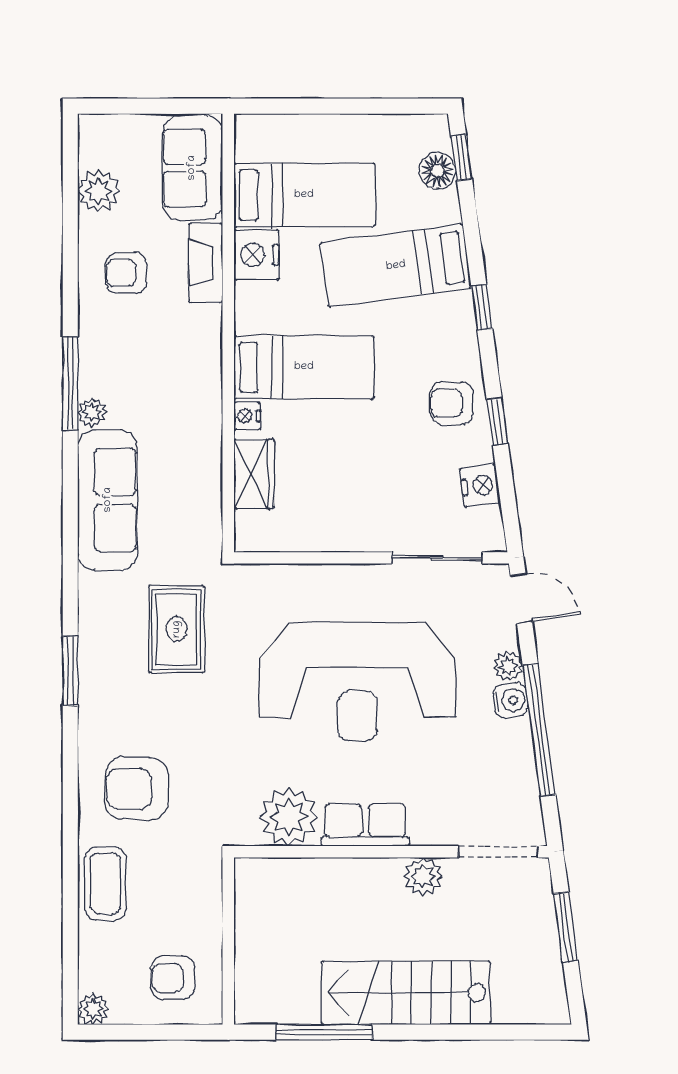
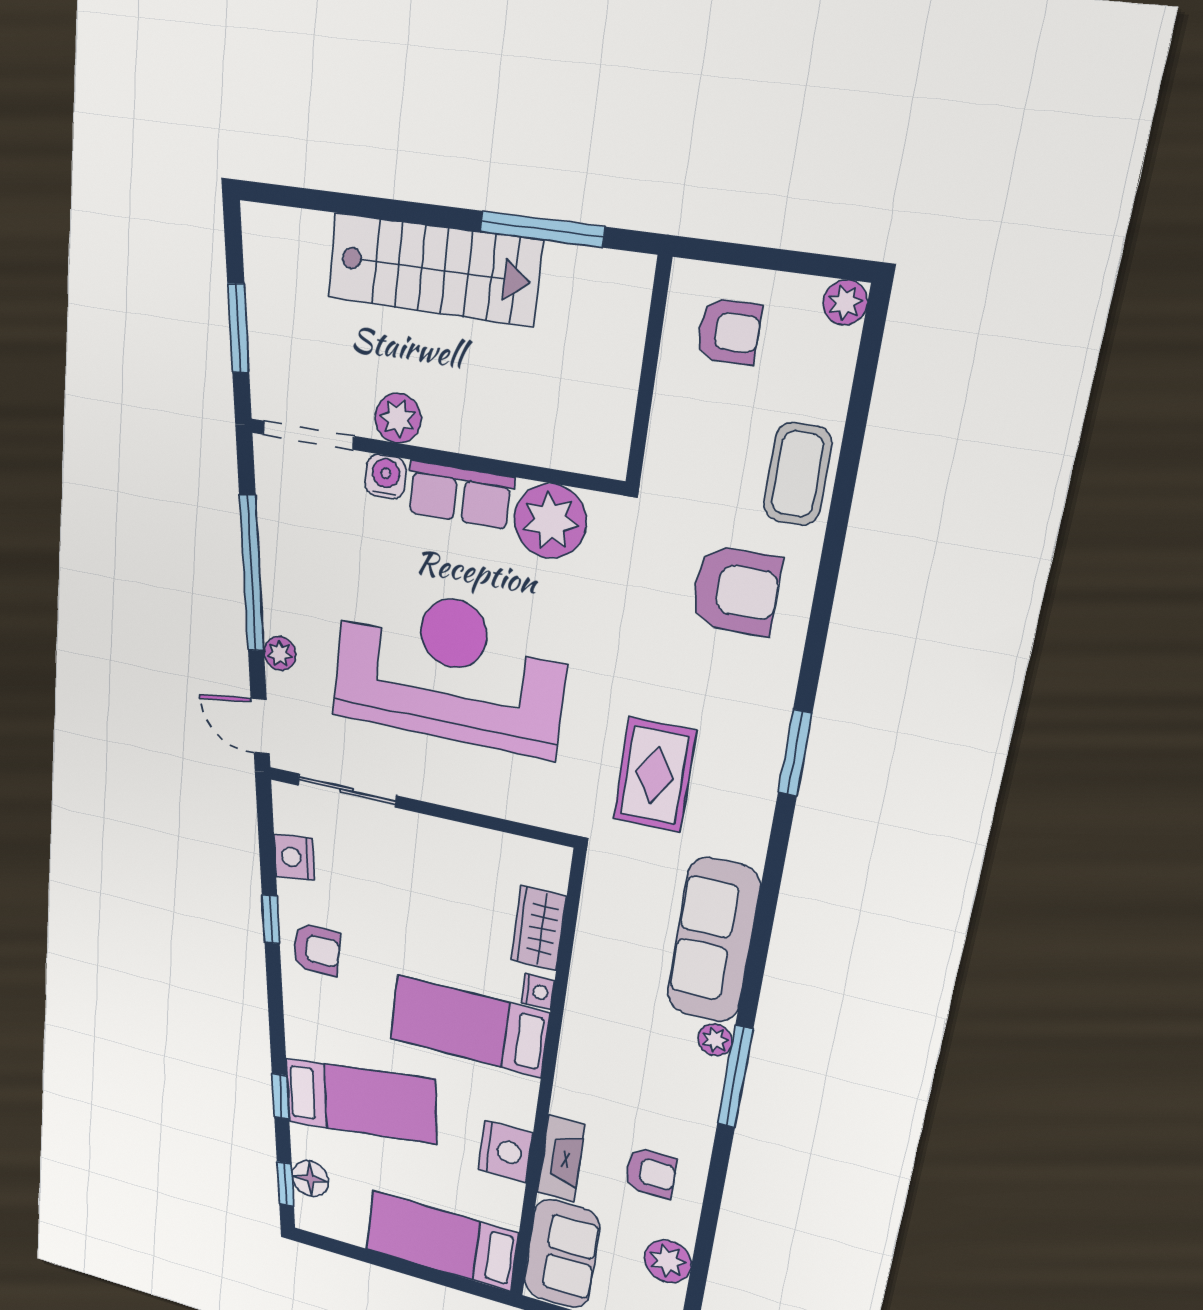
bed: (304, 195) -> (441, 1241), moved
window: (482, 307) -> (281, 1096), moved
water cooler: (511, 700) -> (385, 477), moved, turned 98

